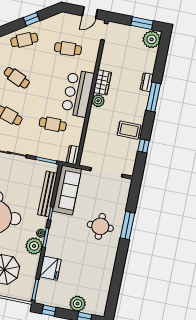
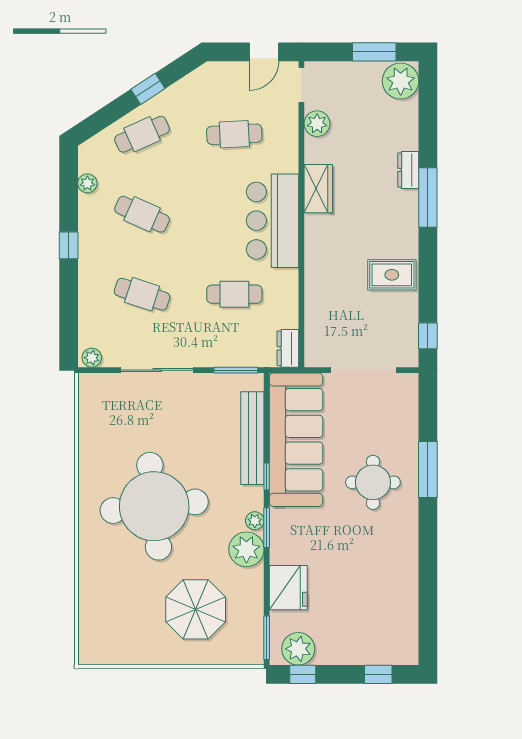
plant: (98, 101) -> (317, 124), moved
window: (144, 146) -> (428, 336), moved
sofa: (67, 190) -> (296, 440), width x1.36, depth x1.27
plant: (78, 304) -> (298, 649), moved

